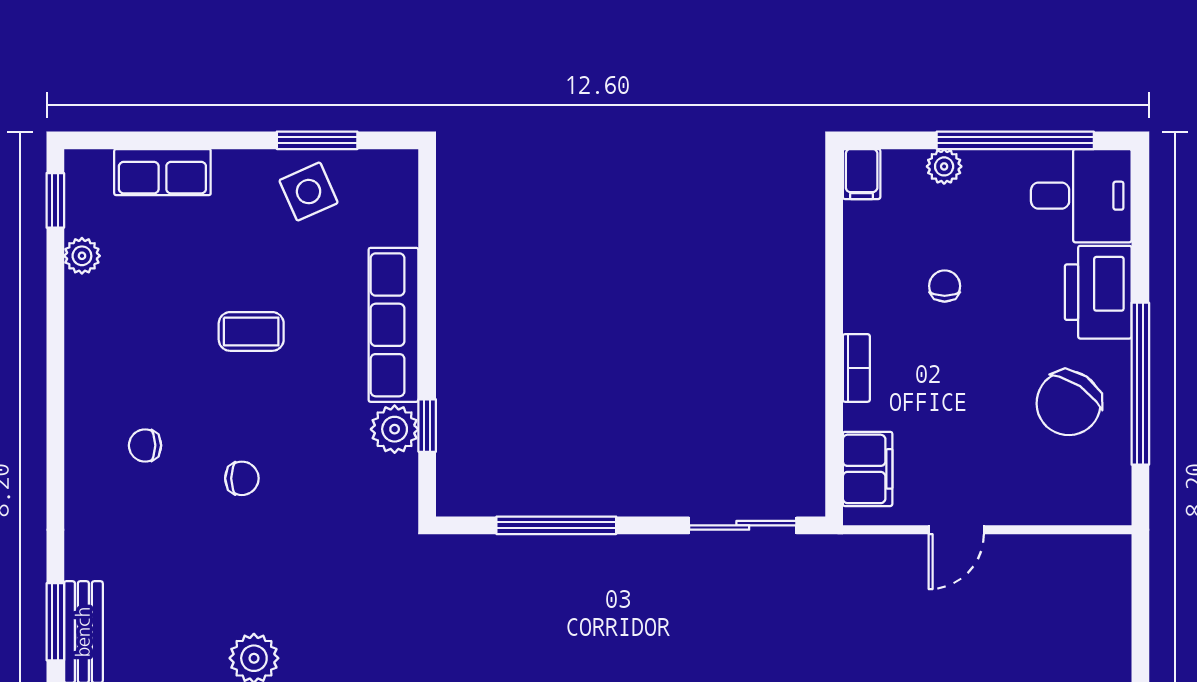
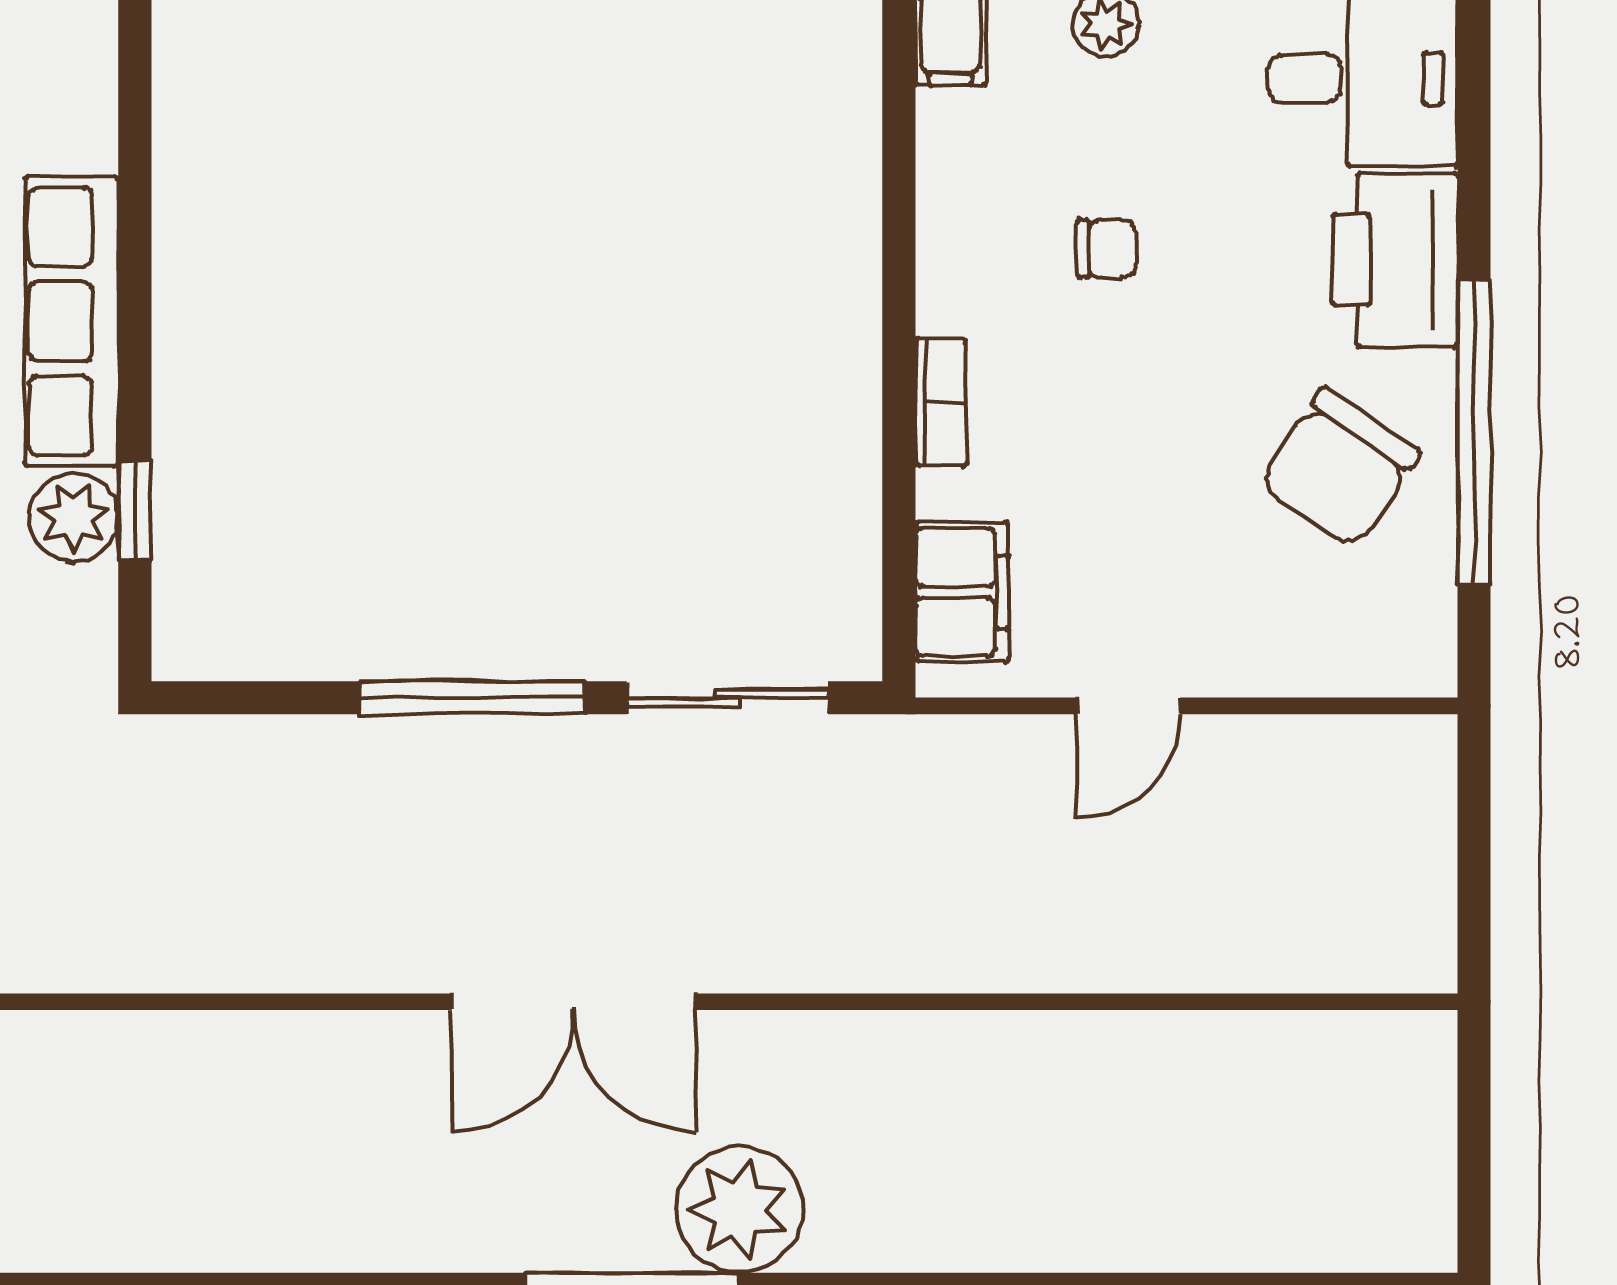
chair: (945, 286) -> (1107, 248), turned 90
window: (556, 525) -> (472, 698), moved

